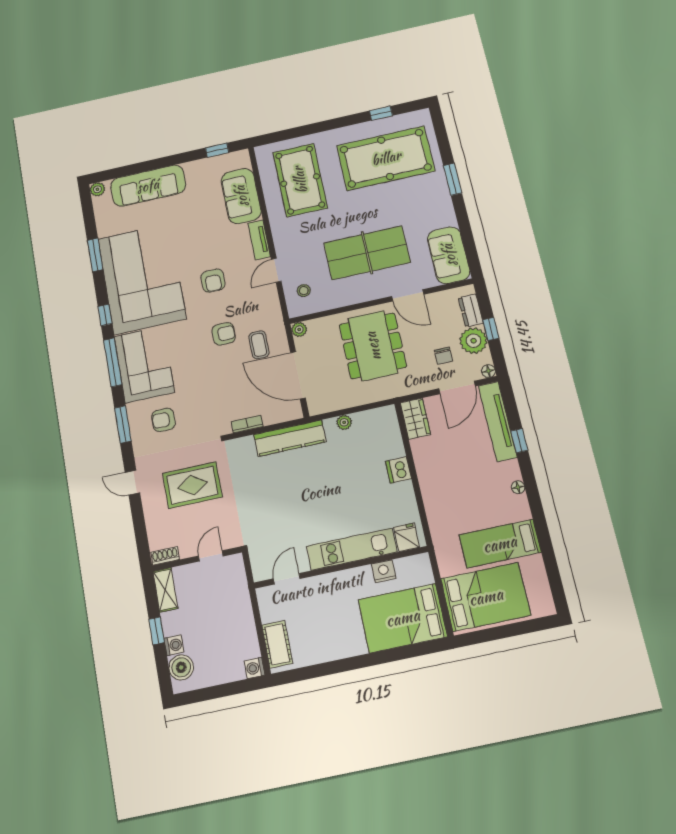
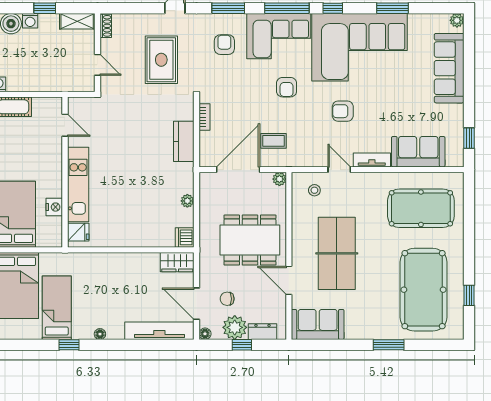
door: (408, 295) -> (289, 280), hinge flipped
armchair: (224, 334) -> (287, 87), moved
kitchen counter: (290, 438) -> (184, 141), width x0.67
window: (519, 441) -> (69, 345), moved
dishwasher: (399, 470) -> (185, 237), moved, turned -90

